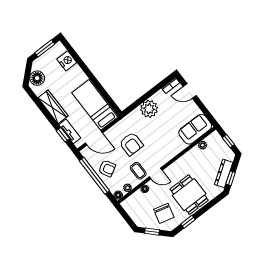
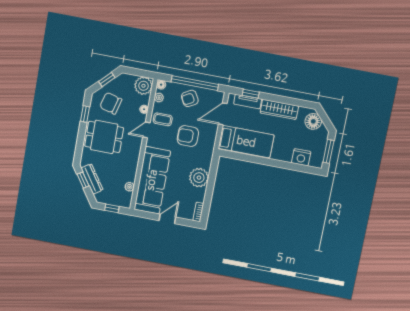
door: (190, 91) -> (167, 219), moved
sofa: (195, 129) -> (152, 180), width x1.85, depth x1.27
plant: (131, 205) -> (143, 86), added

